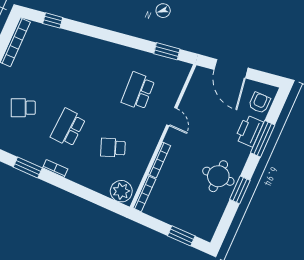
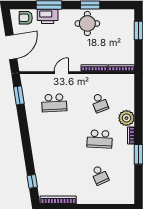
plant: (121, 191) -> (126, 118), moved

